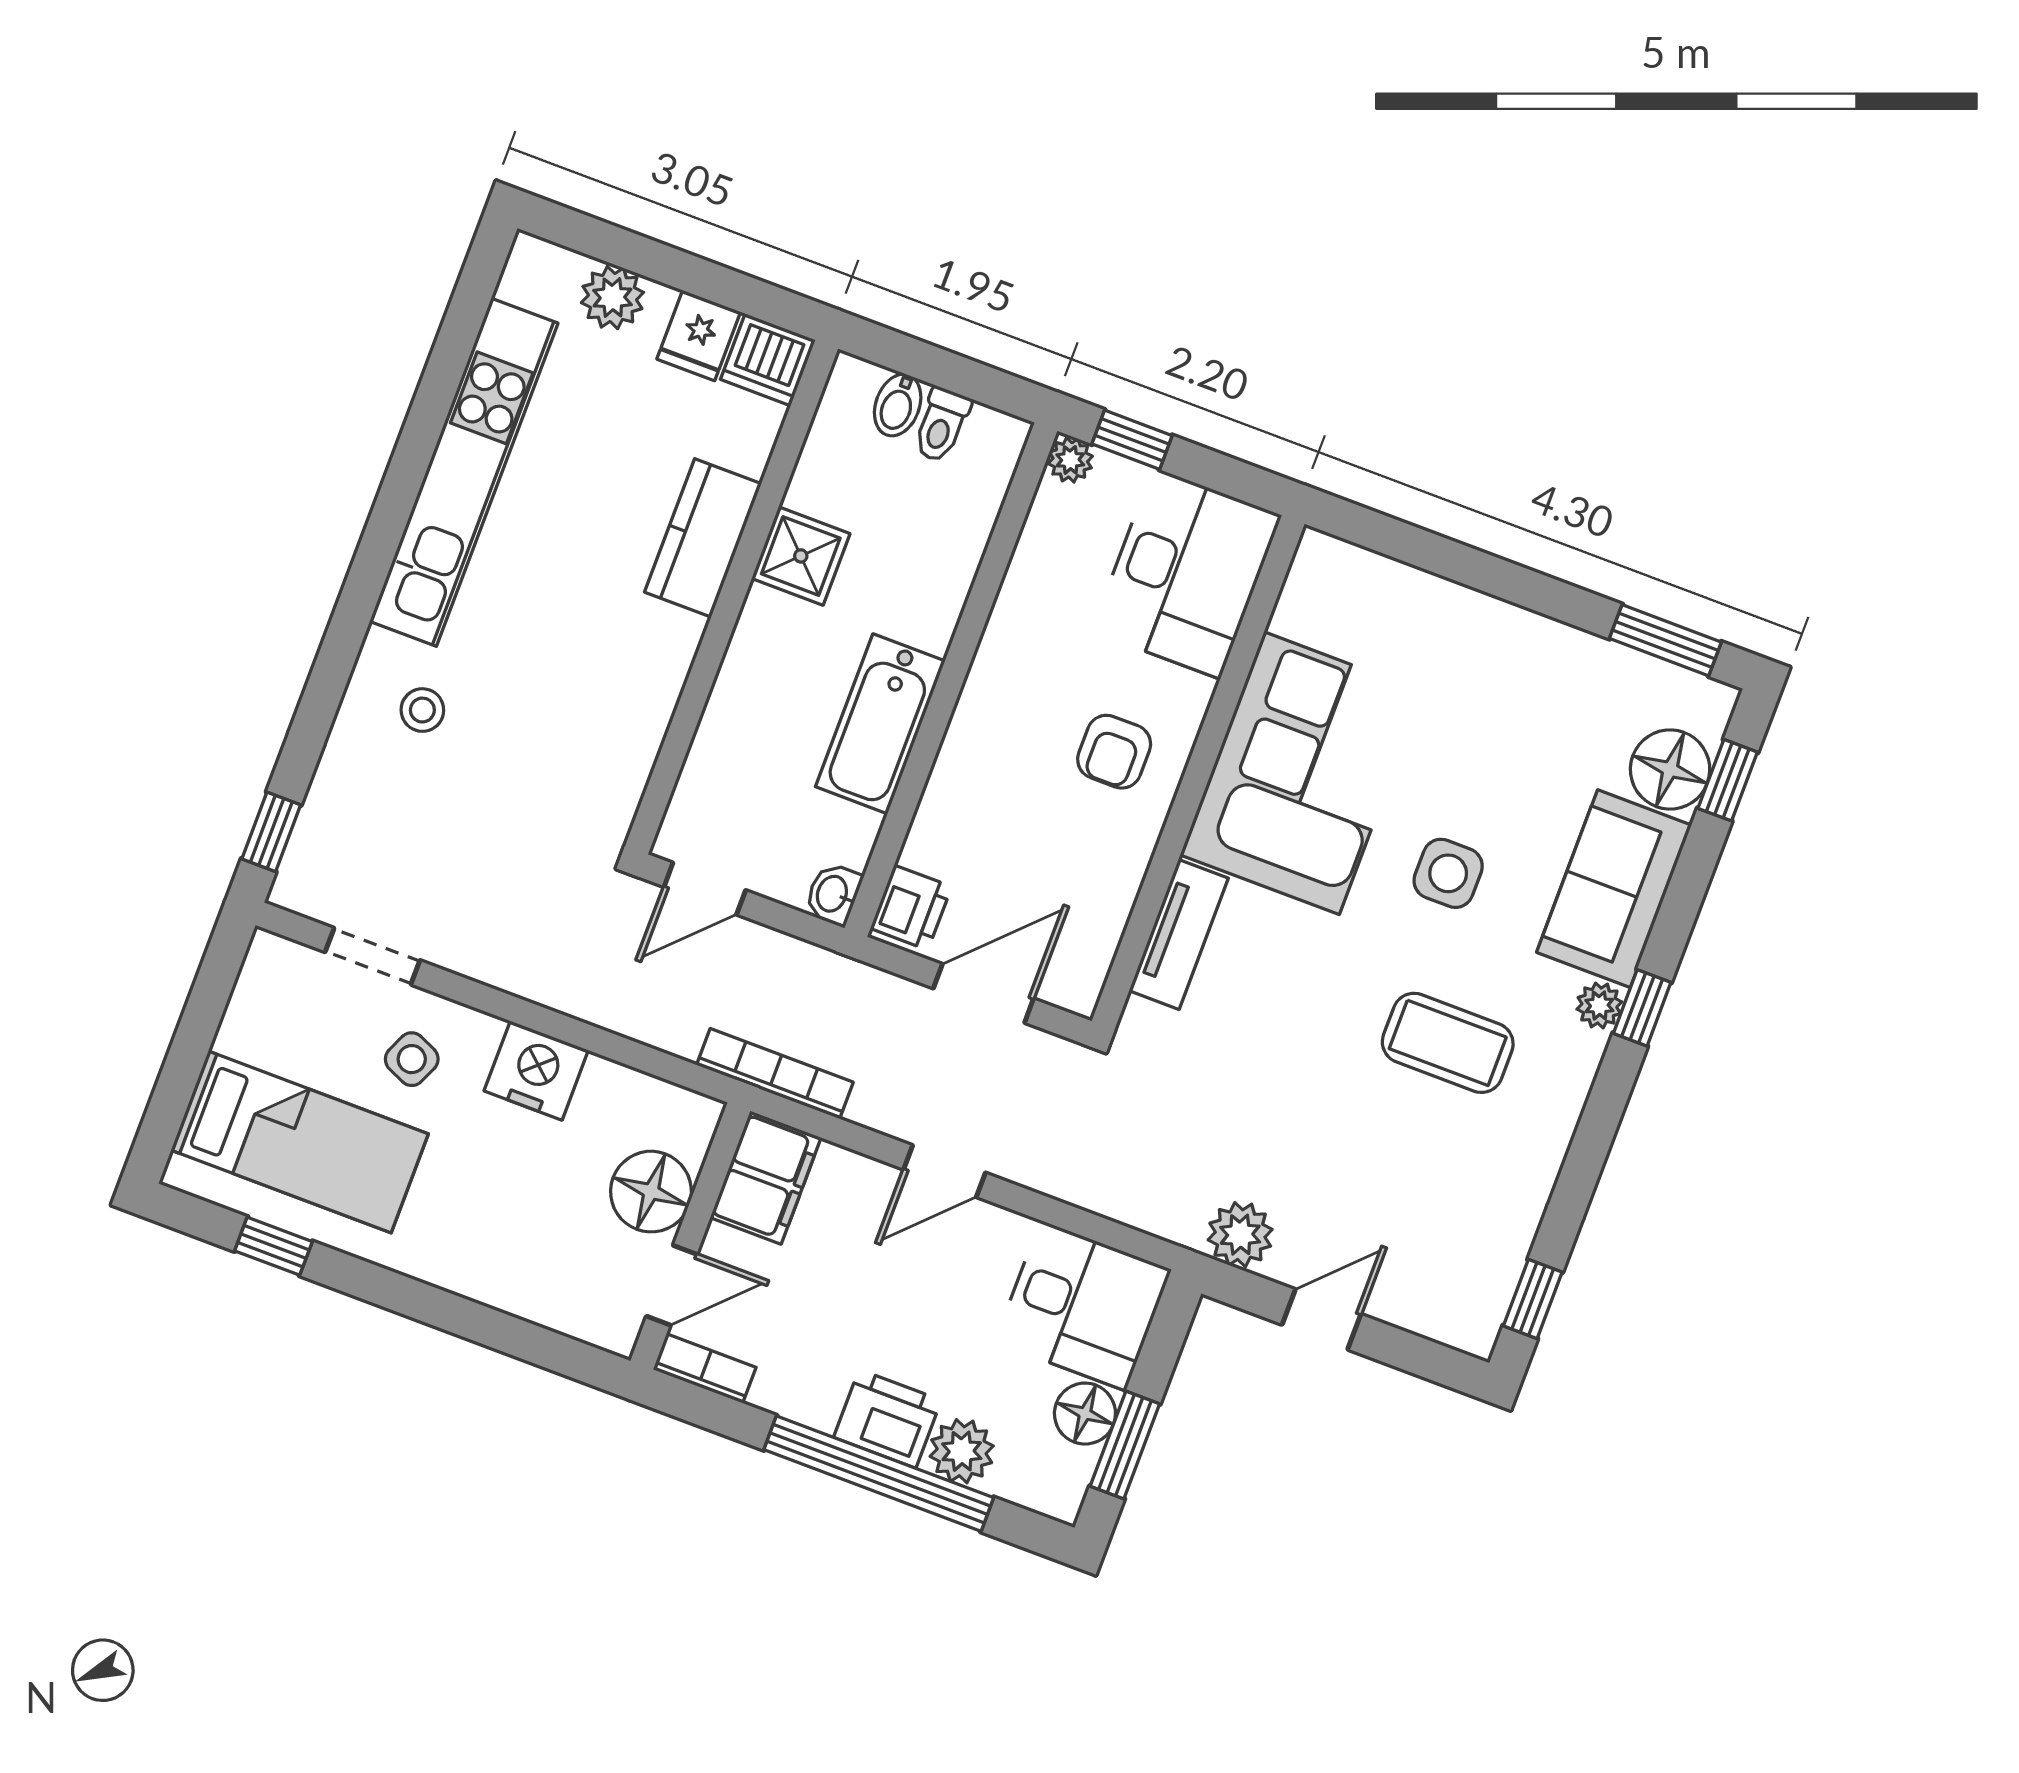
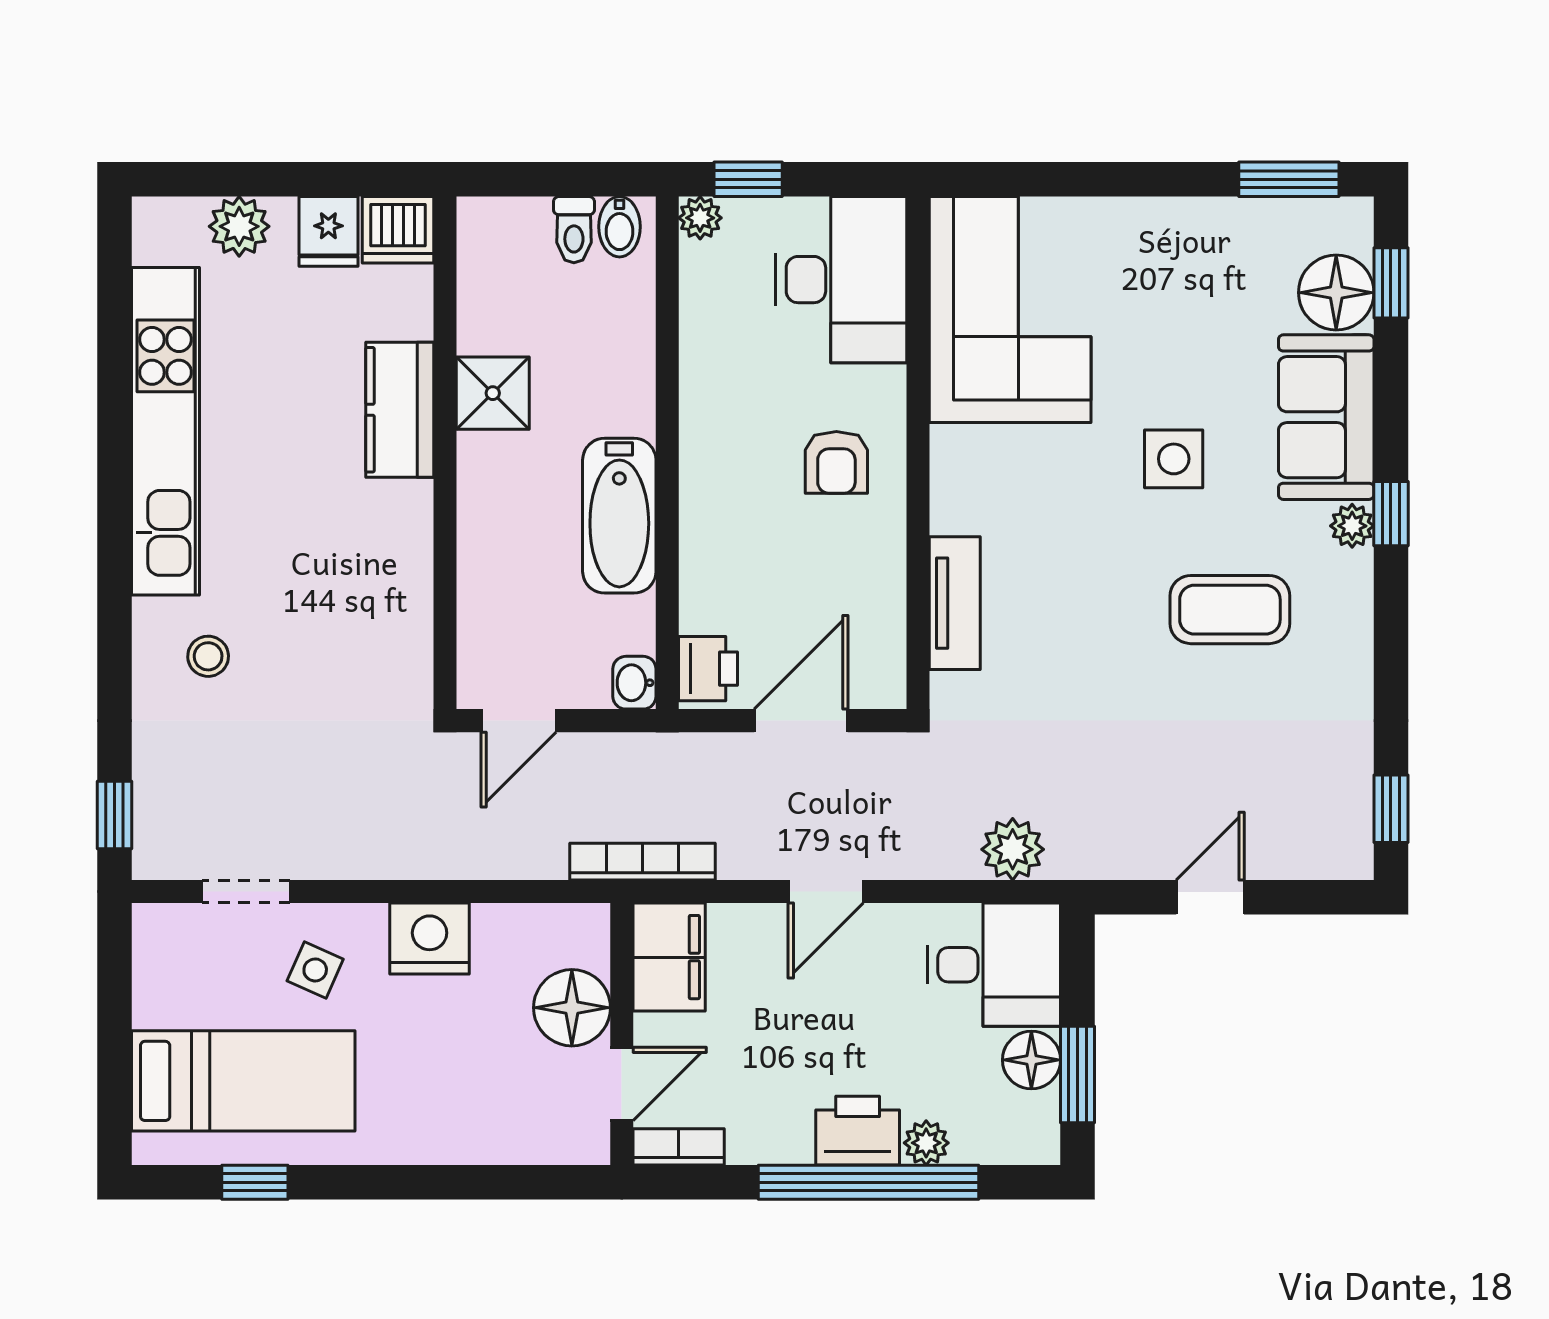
bidet: (898, 405) -> (620, 227), moved
corner sofa: (1302, 773) -> (1010, 310), moved
plant: (1240, 1235) -> (1013, 849), moved
plant: (962, 1451) -> (926, 1143), width x0.73, depth x0.73

